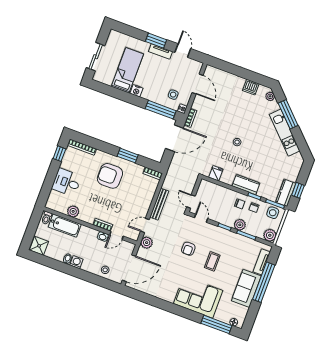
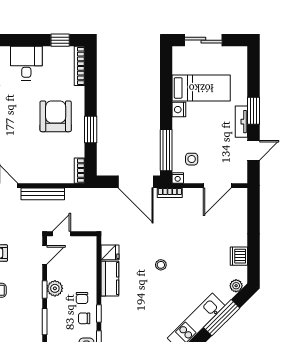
kitchen counter: (246, 185) -> (110, 279), moved
plant: (240, 225) -> (55, 288), moved

